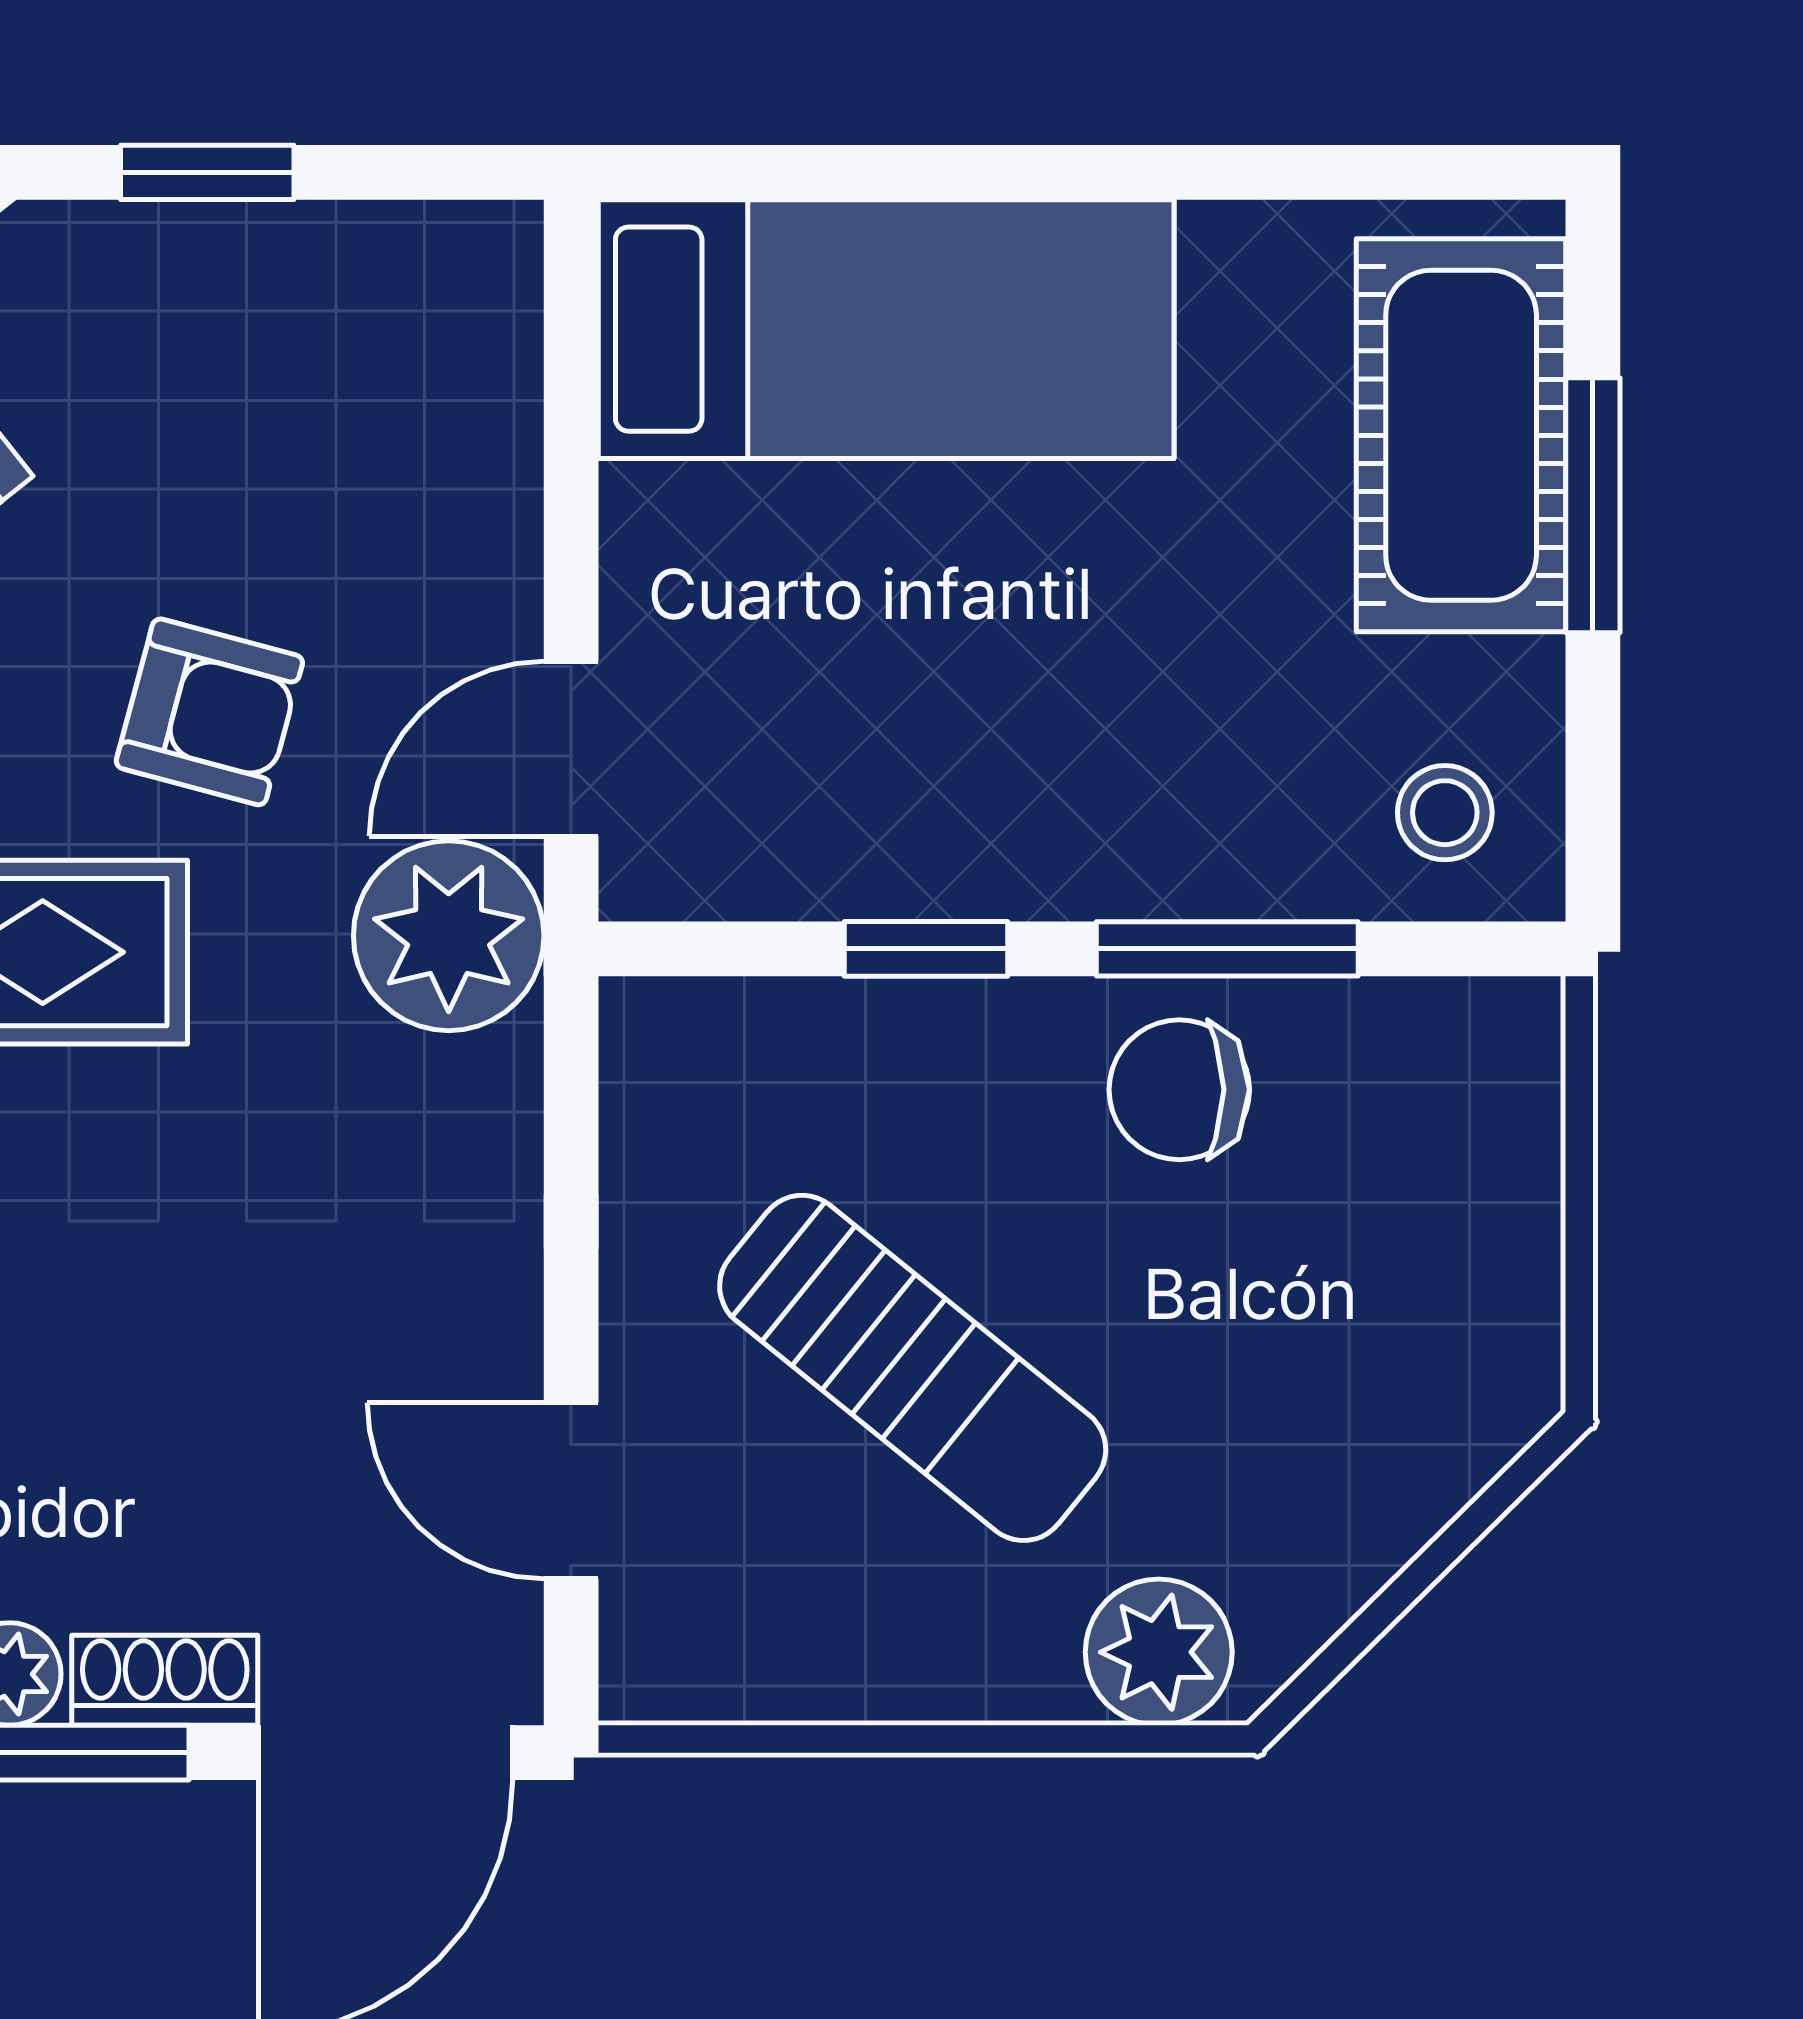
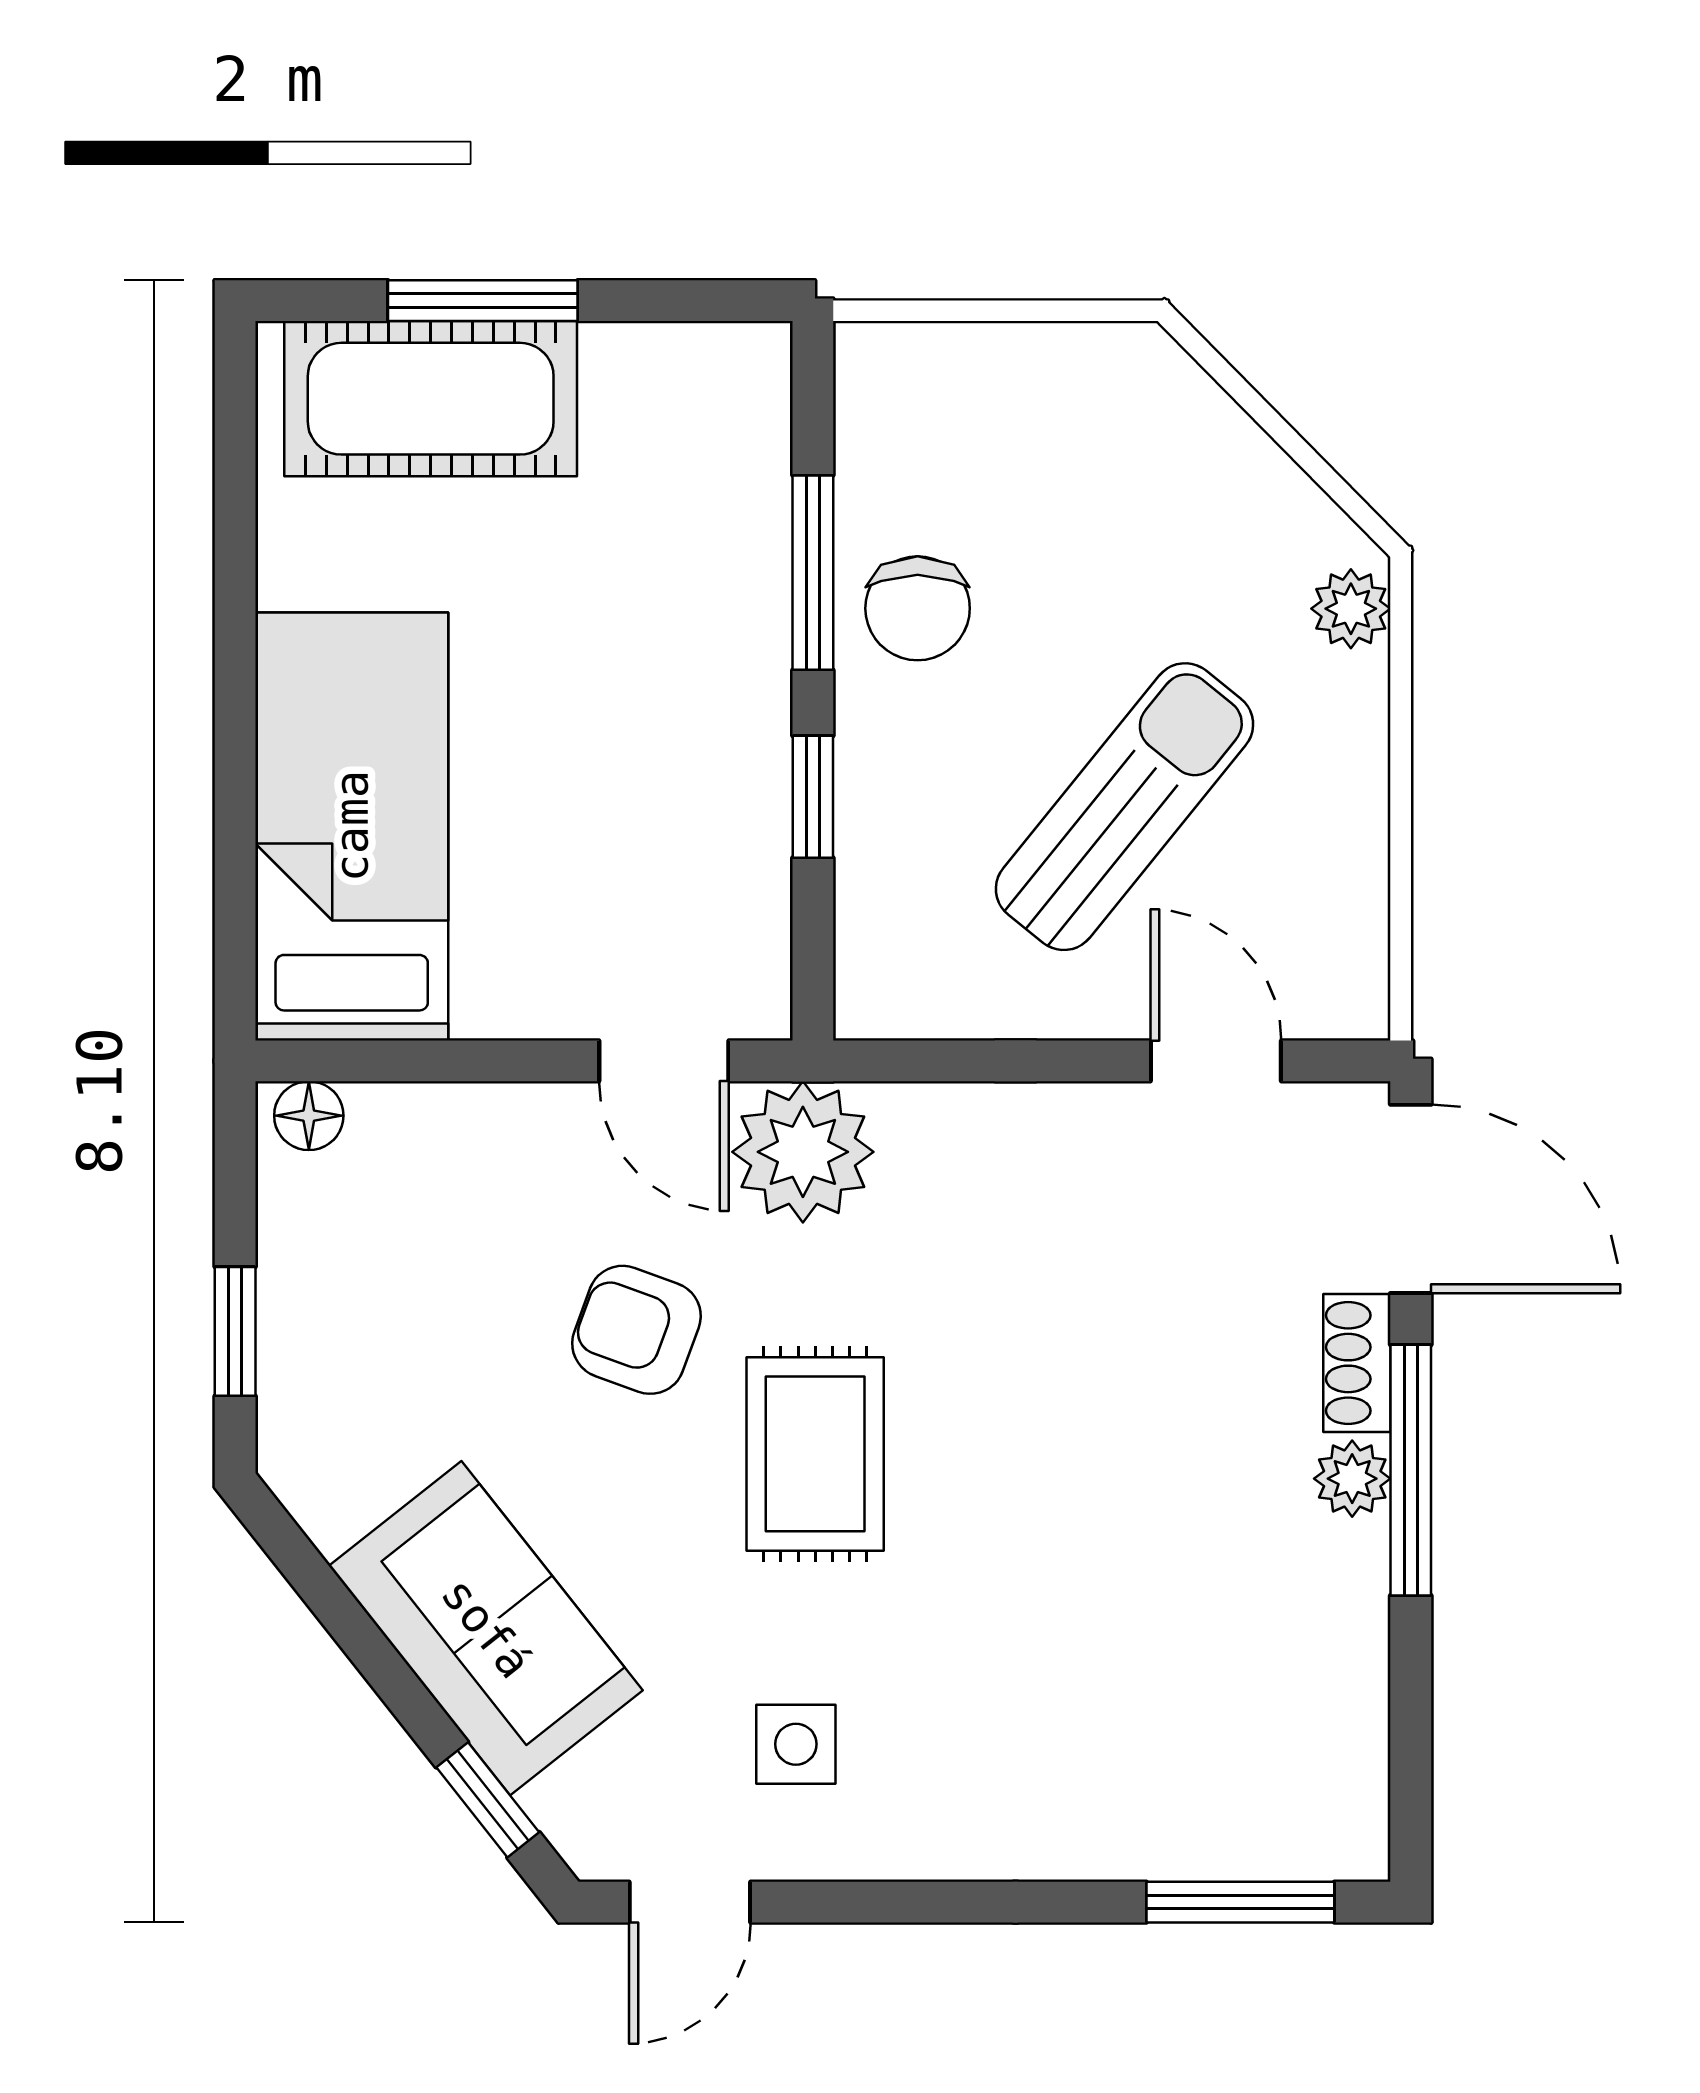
floor lamp: (497, 271) -> (309, 1116), added
armchair: (209, 712) -> (636, 1330), turned -85
stool: (1445, 813) -> (711, 411), removed
door: (571, 1491) -> (1216, 1061), swing flipped
plant: (1159, 1652) -> (1351, 609), width x0.73, depth x0.73

